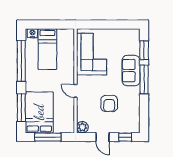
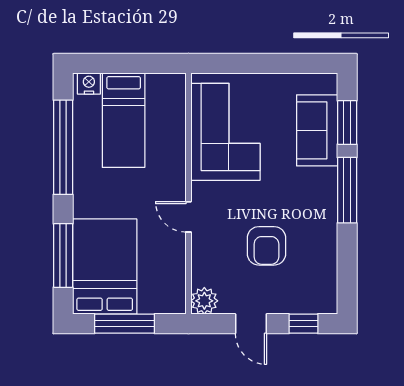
sofa: (131, 71) -> (317, 130), moved

